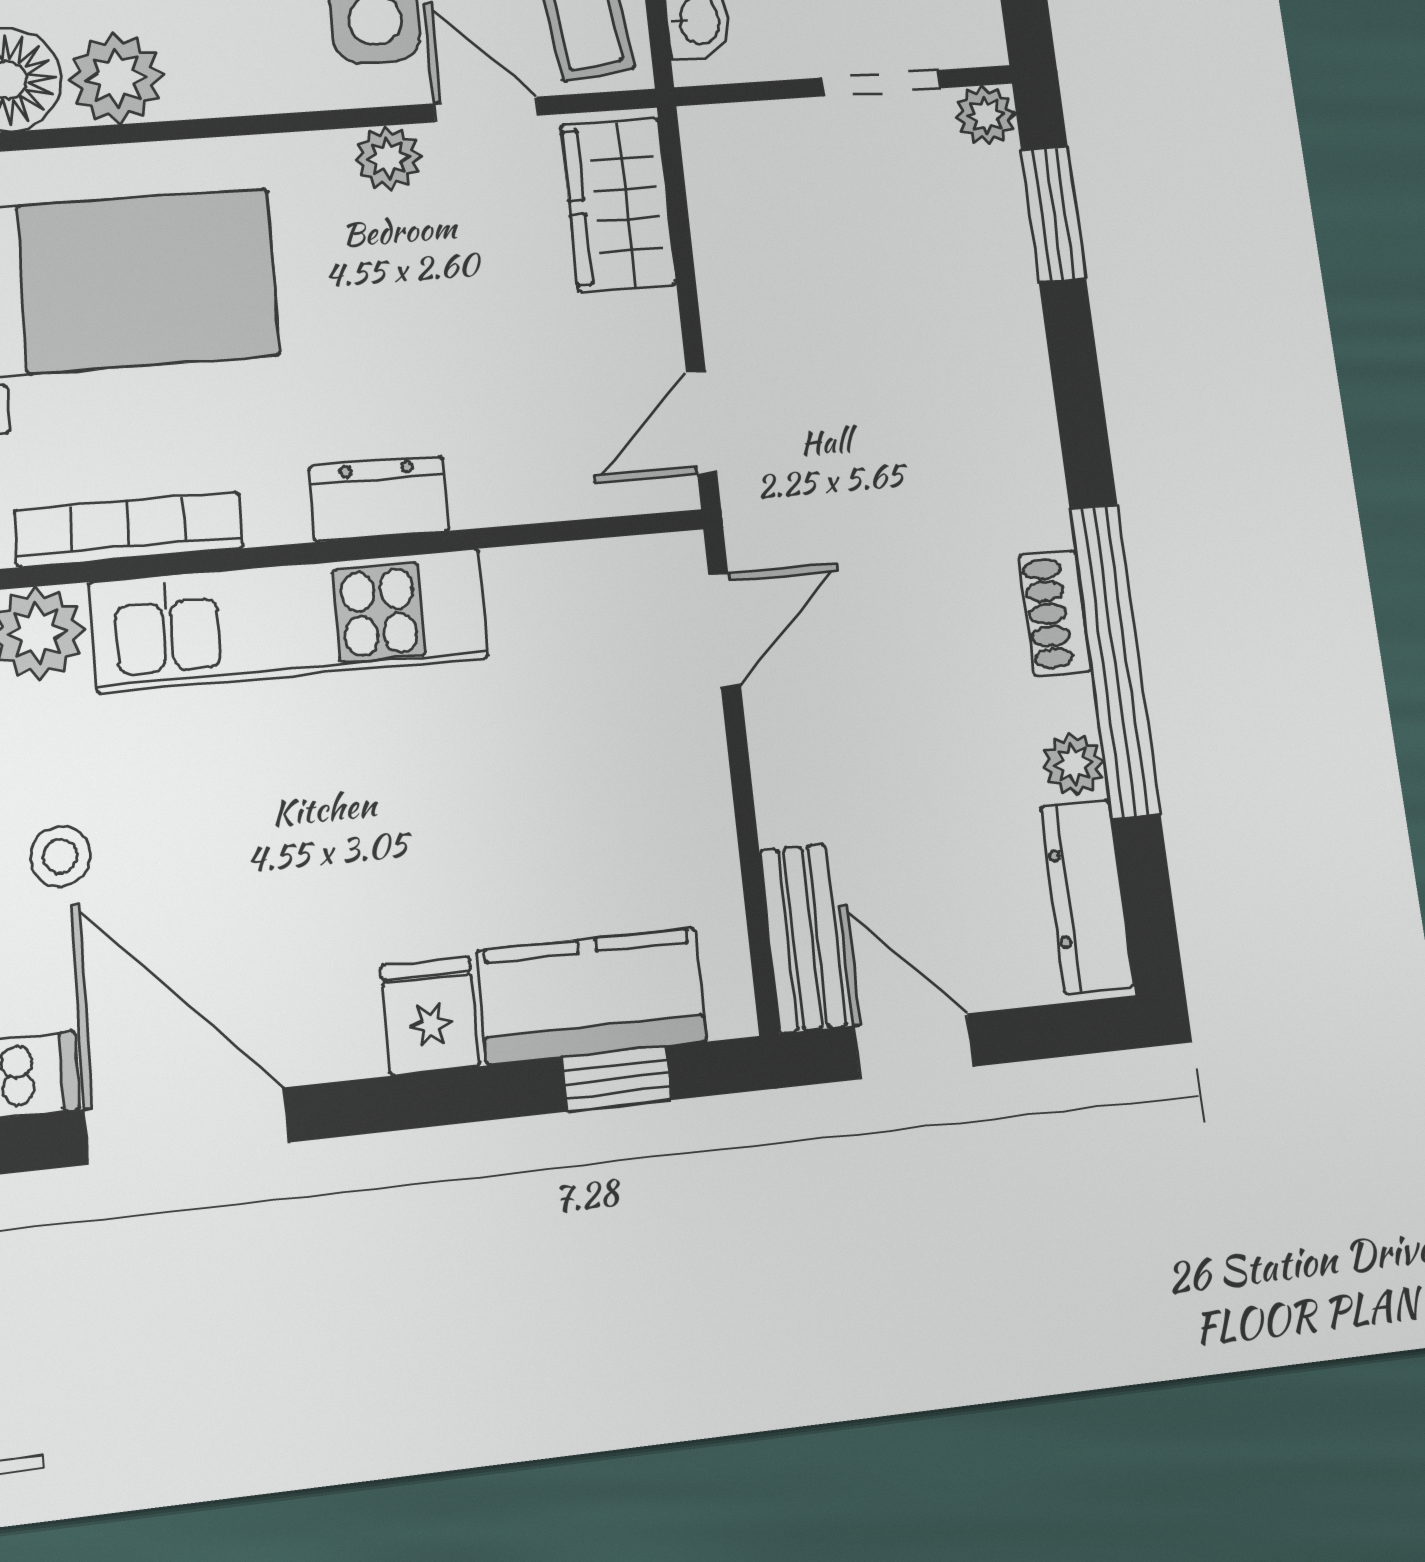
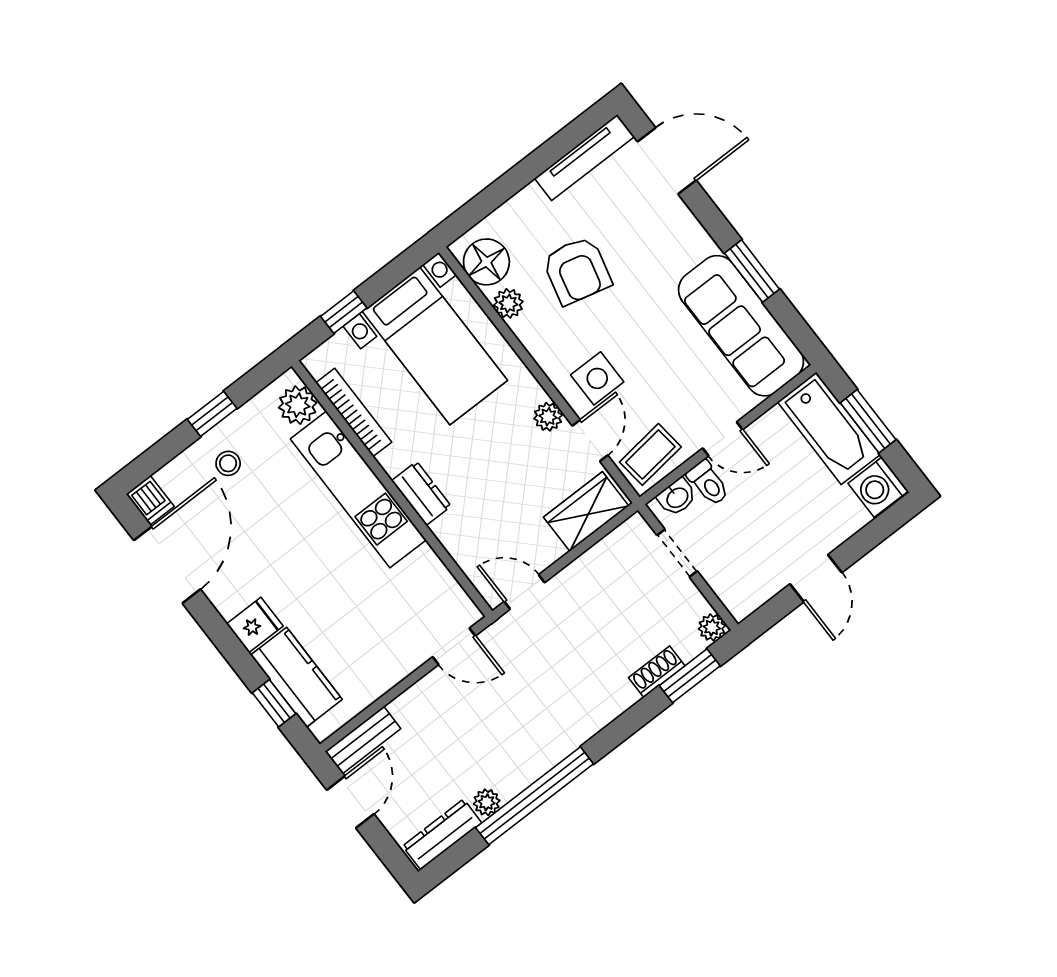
plant: (116, 78) -> (508, 303), width x0.73, depth x0.73
doorway: (881, 83) -> (677, 553), moved
shoe rack: (1055, 613) -> (657, 672), moved

